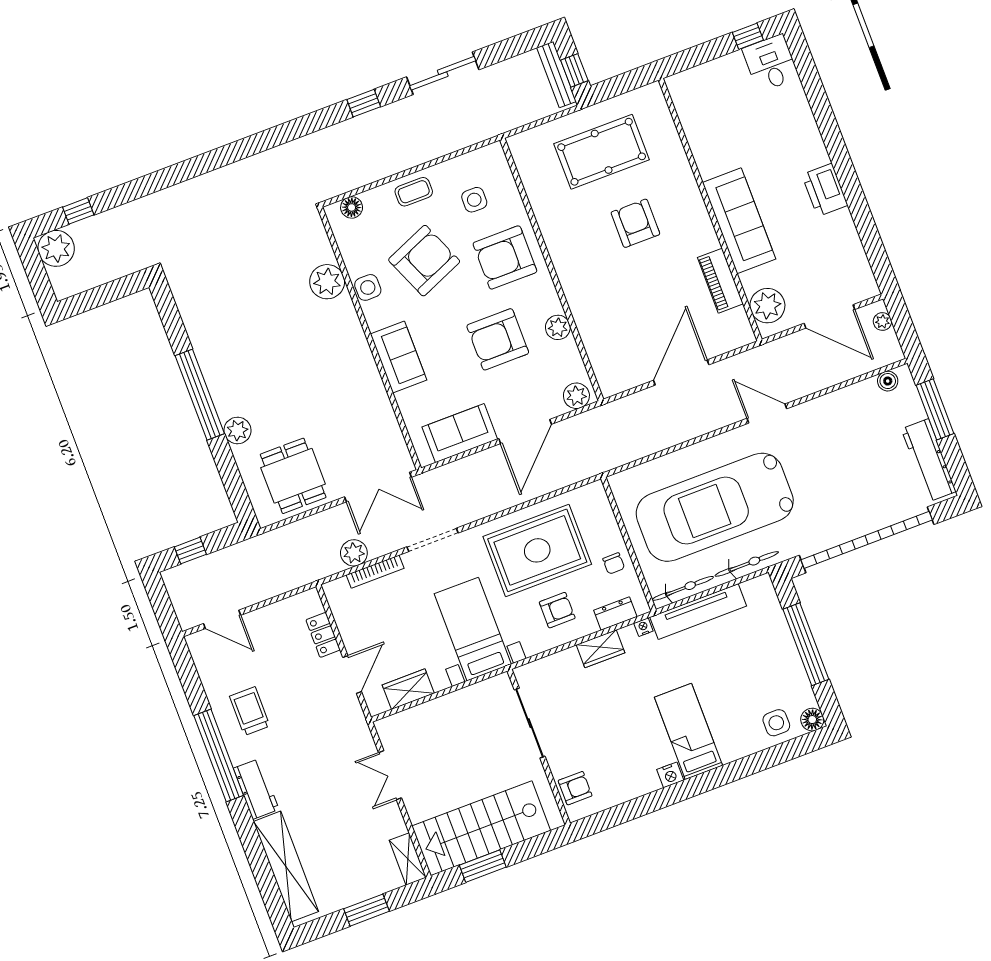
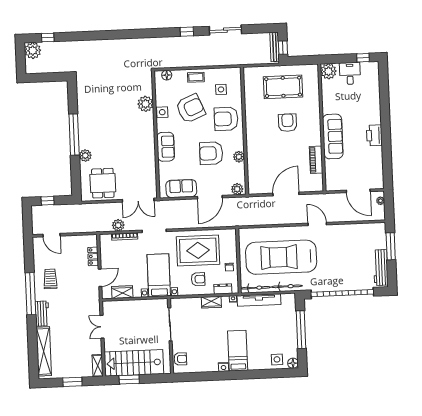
desk: (771, 63) -> (350, 73), moved
plant: (767, 306) -> (328, 71), moved
boiler: (888, 381) -> (374, 227), removed

